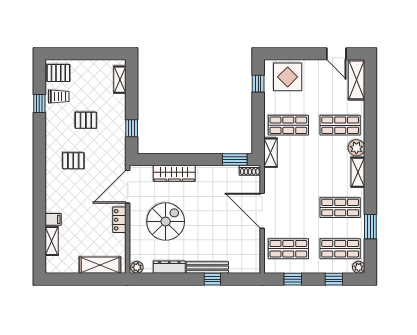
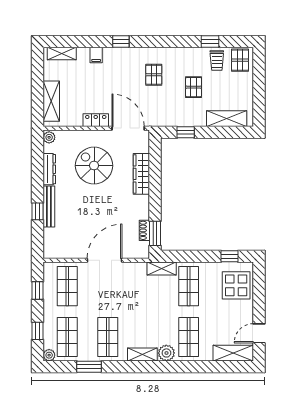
shelving: (120, 80) -> (227, 119), width x1.50, depth x1.33
shoe rack: (250, 170) -> (144, 230), moved
window: (39, 194) -> (121, 41), added
spiral stairs: (166, 222) -> (94, 166), turned 180
shelving: (52, 241) -> (62, 53), moved

